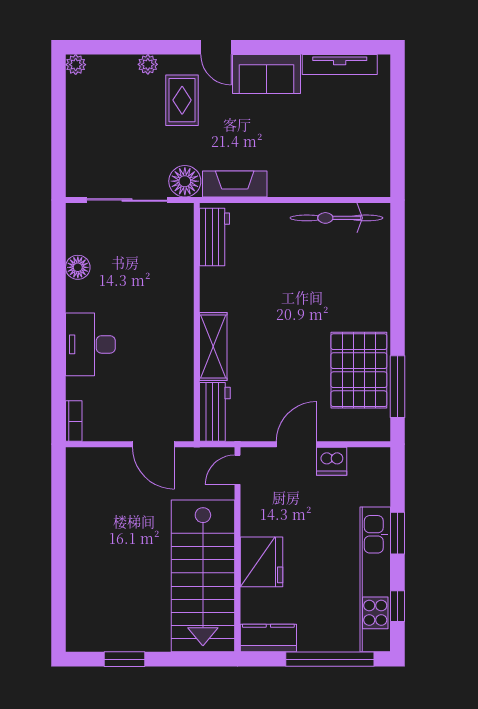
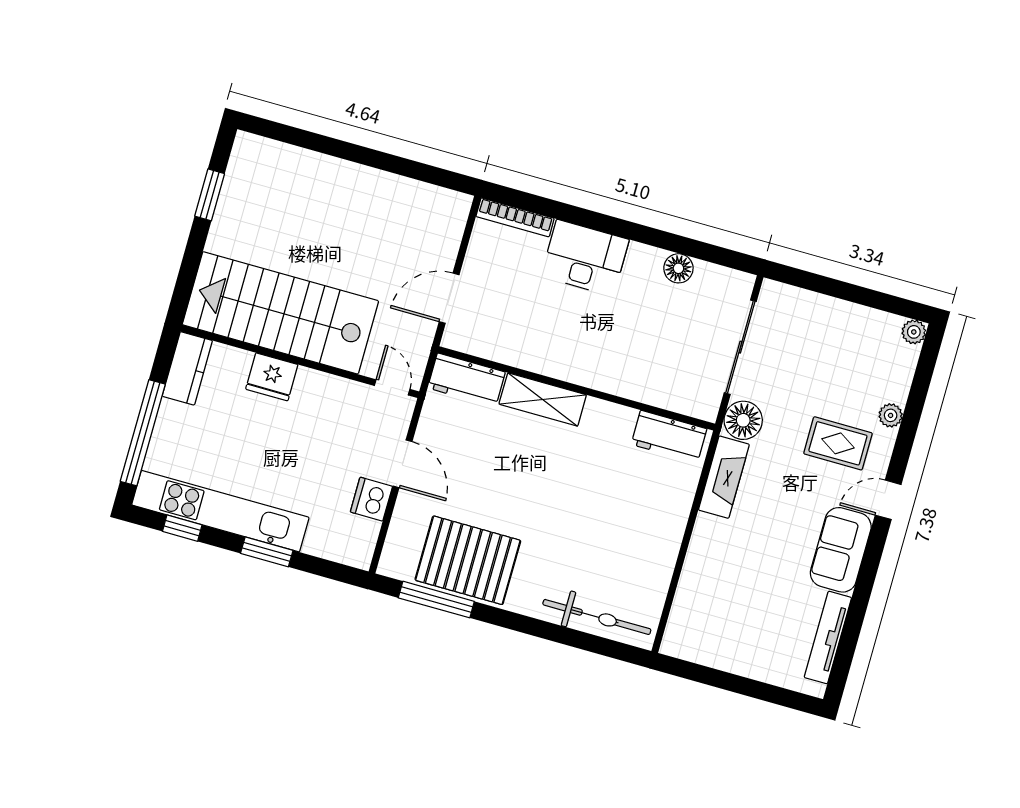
bicycle: (336, 218) -> (597, 617), moved, turned 90
bookcase: (74, 421) -> (515, 217), width x1.56
fridge: (262, 562) -> (272, 377), width x0.73, depth x0.75

